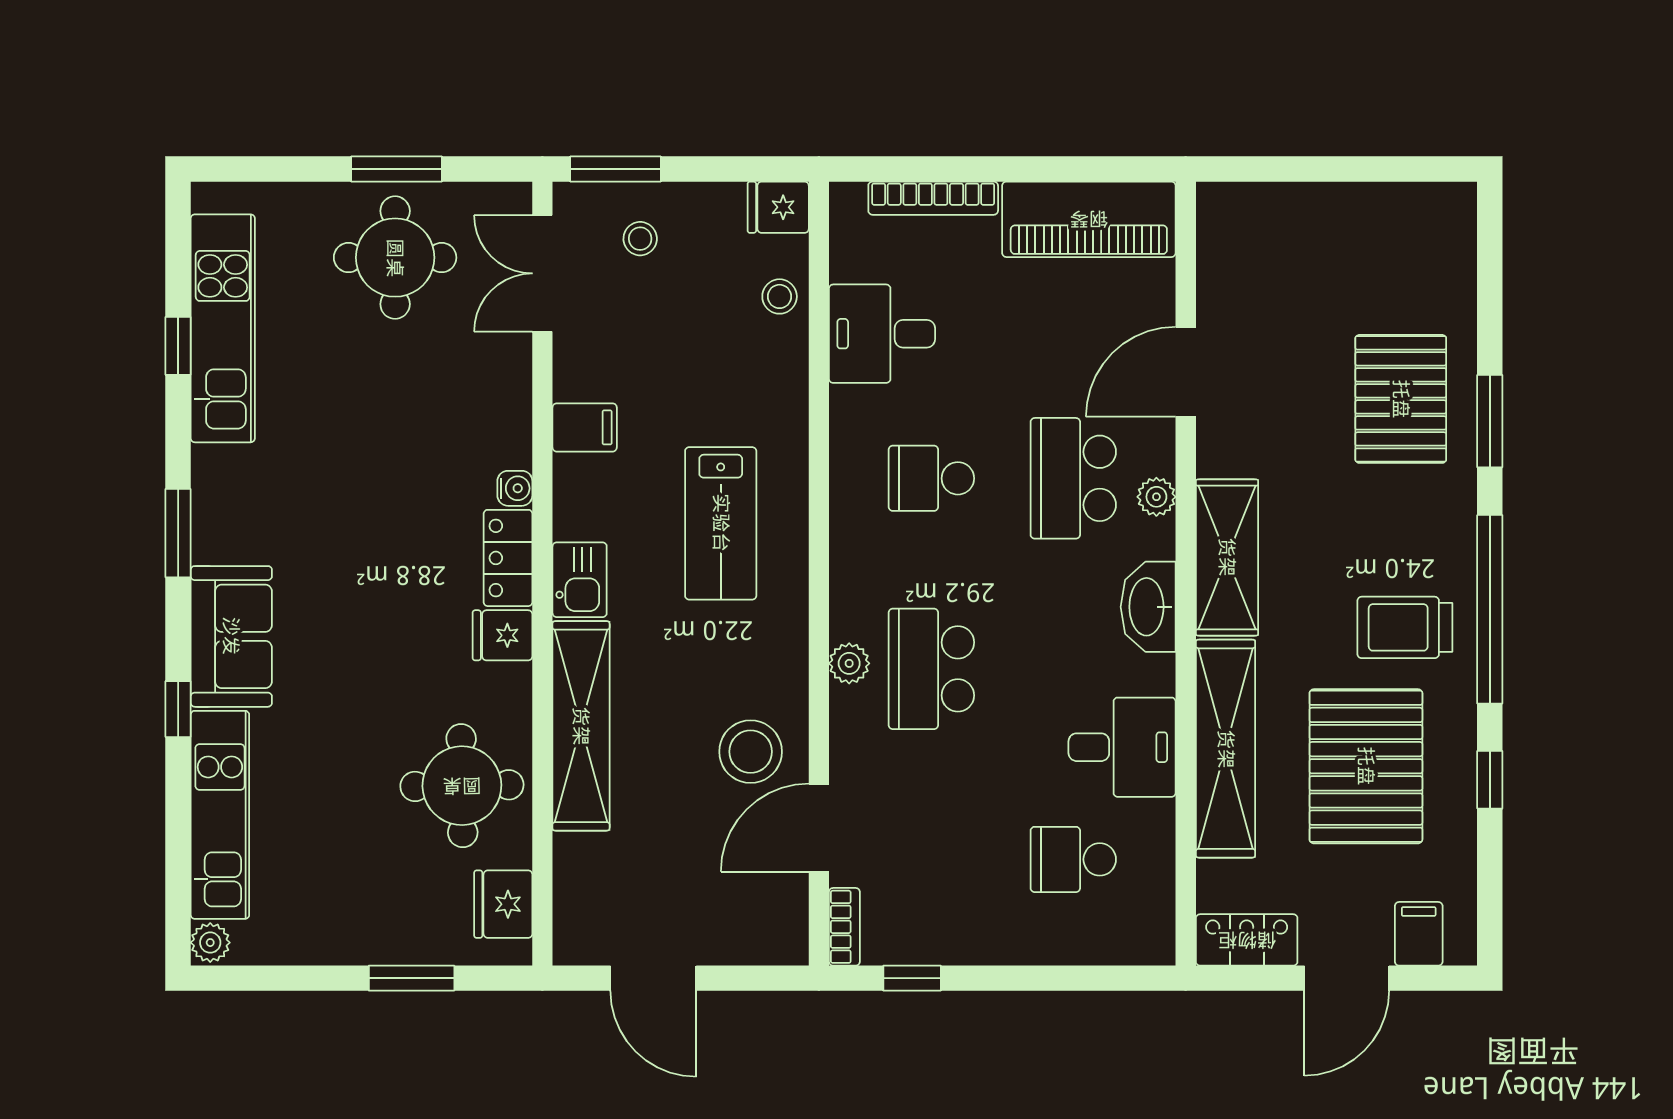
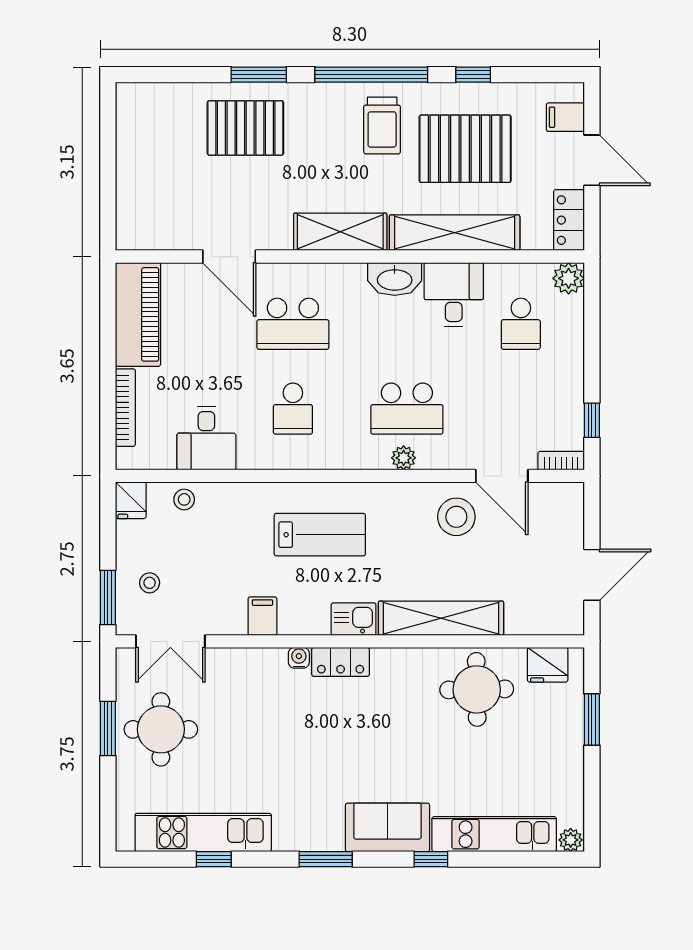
plant: (1156, 497) -> (569, 278), moved, width x1.38, depth x1.38
washbasin: (1148, 607) -> (395, 279), moved
fridge: (502, 635) -> (387, 665), removed

